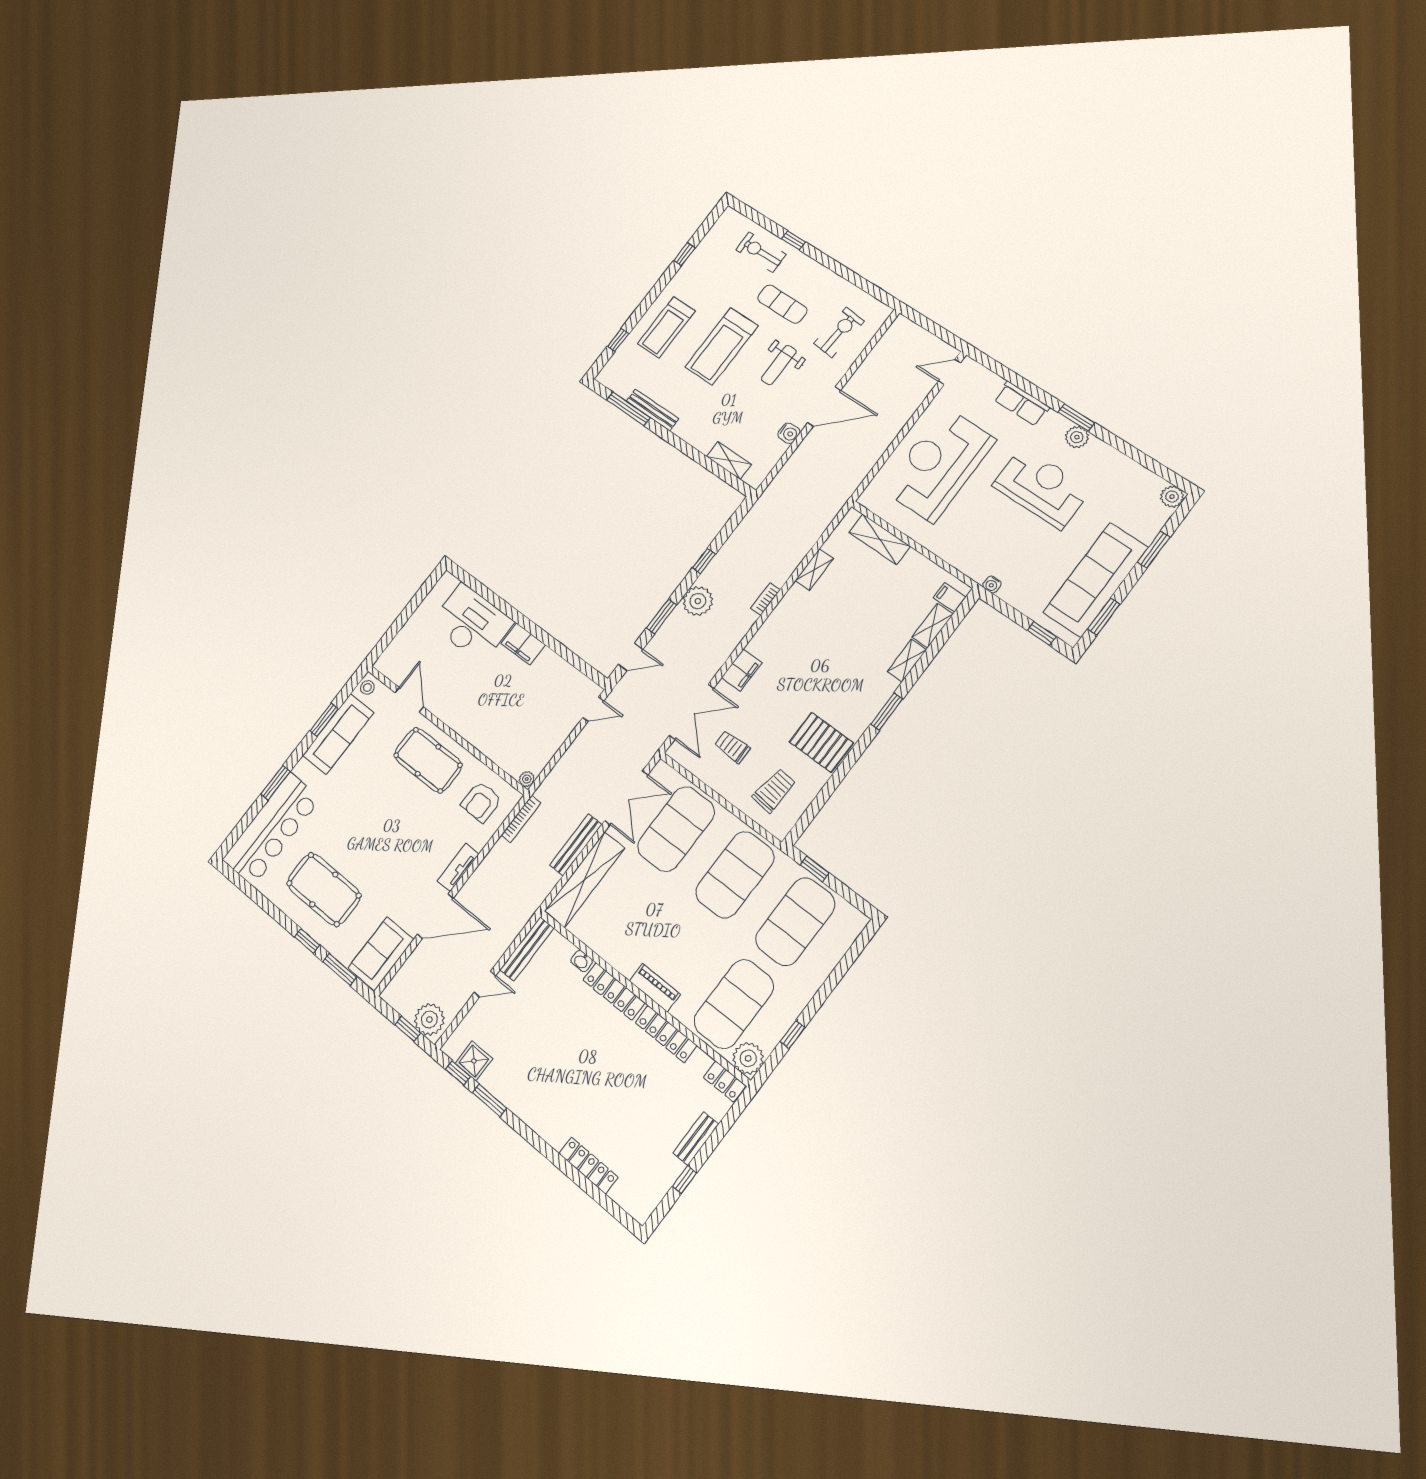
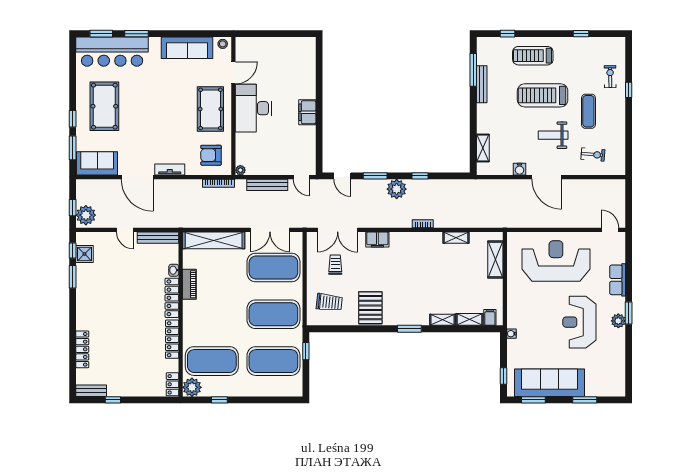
exercise bike: (761, 252) -> (610, 77), width x0.73, depth x0.72
exercise bike: (839, 332) -> (593, 155), width x0.73, depth x0.72
reception desk: (1042, 488) -> (579, 322), turned 180
plant: (1172, 497) -> (619, 390), removed
desk: (472, 623) -> (253, 108), moved, turned 180
window: (324, 720) -> (101, 34), moved
bench: (576, 845) -> (267, 185), moved
piano: (655, 988) -> (189, 284), moved
bench: (696, 1139) -> (91, 391), moved

